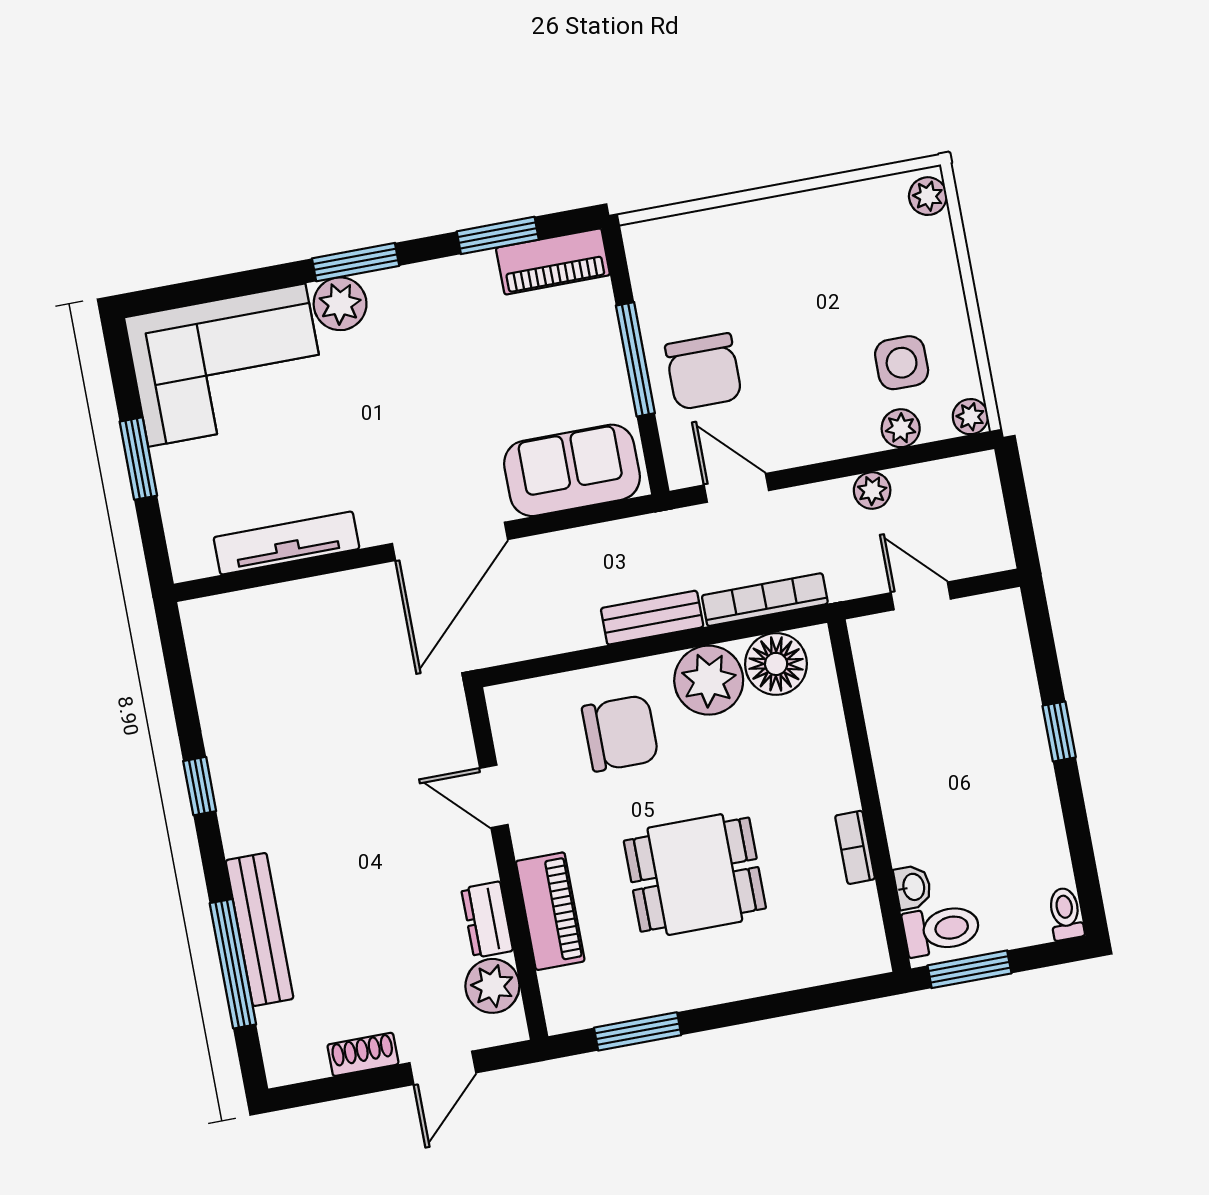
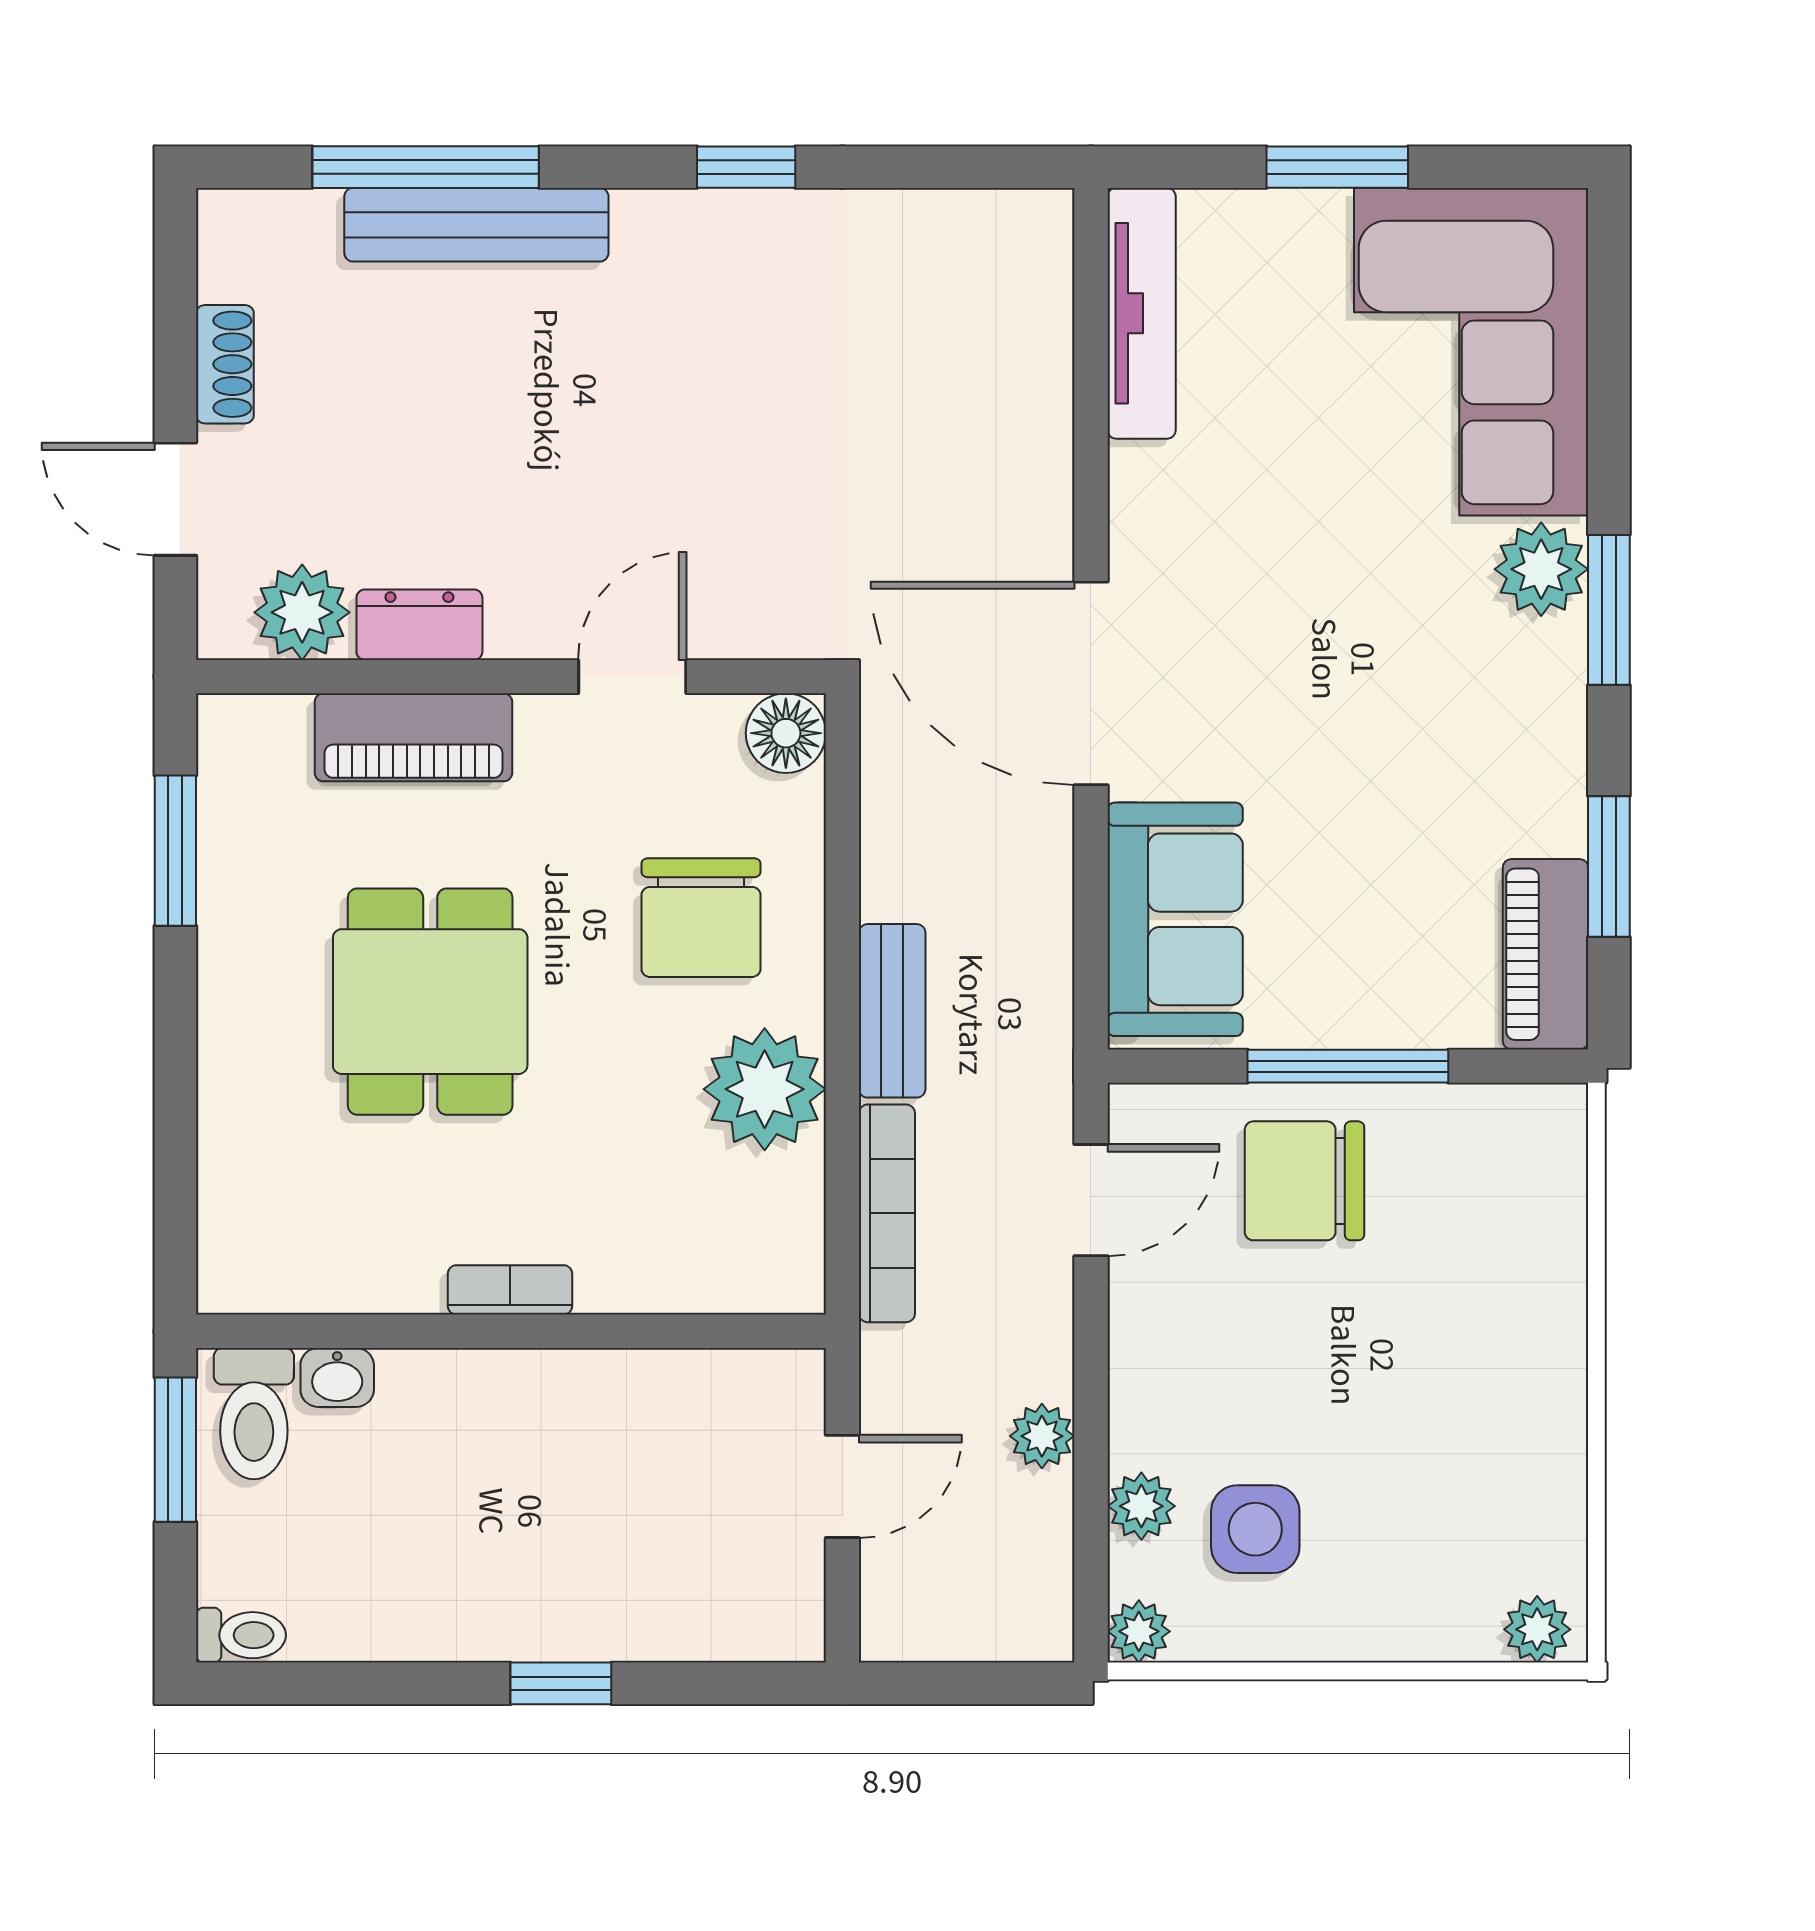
tv unit: (286, 543) -> (1142, 313), moved
floor lamp: (776, 664) -> (786, 733), moved, width x0.73, depth x0.73
bookcase: (855, 847) -> (510, 1290), moved

